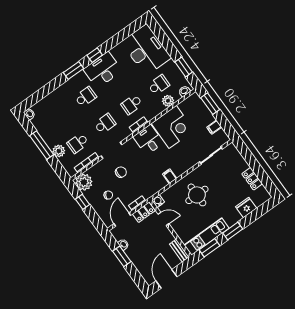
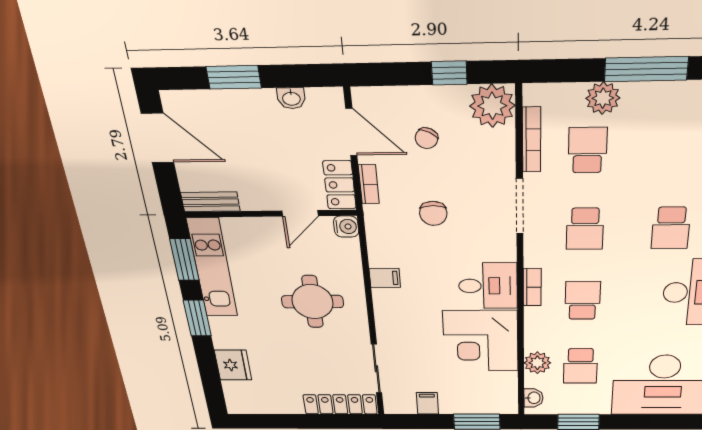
chair: (121, 172) -> (433, 213), moved
locker: (252, 179) -> (340, 404), moved, width x1.53
window: (122, 256) -> (234, 77), moved

